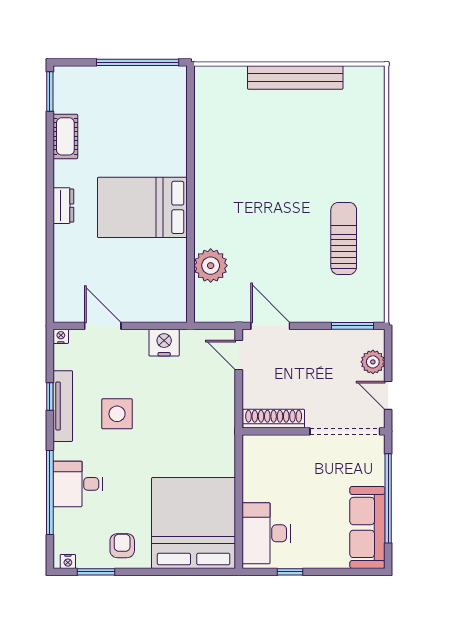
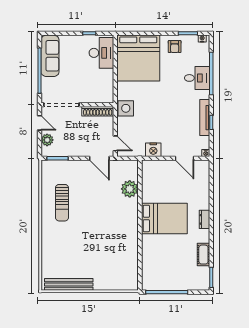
bench: (295, 78) -> (69, 284), moved
side table: (117, 414) -> (126, 108), moved

